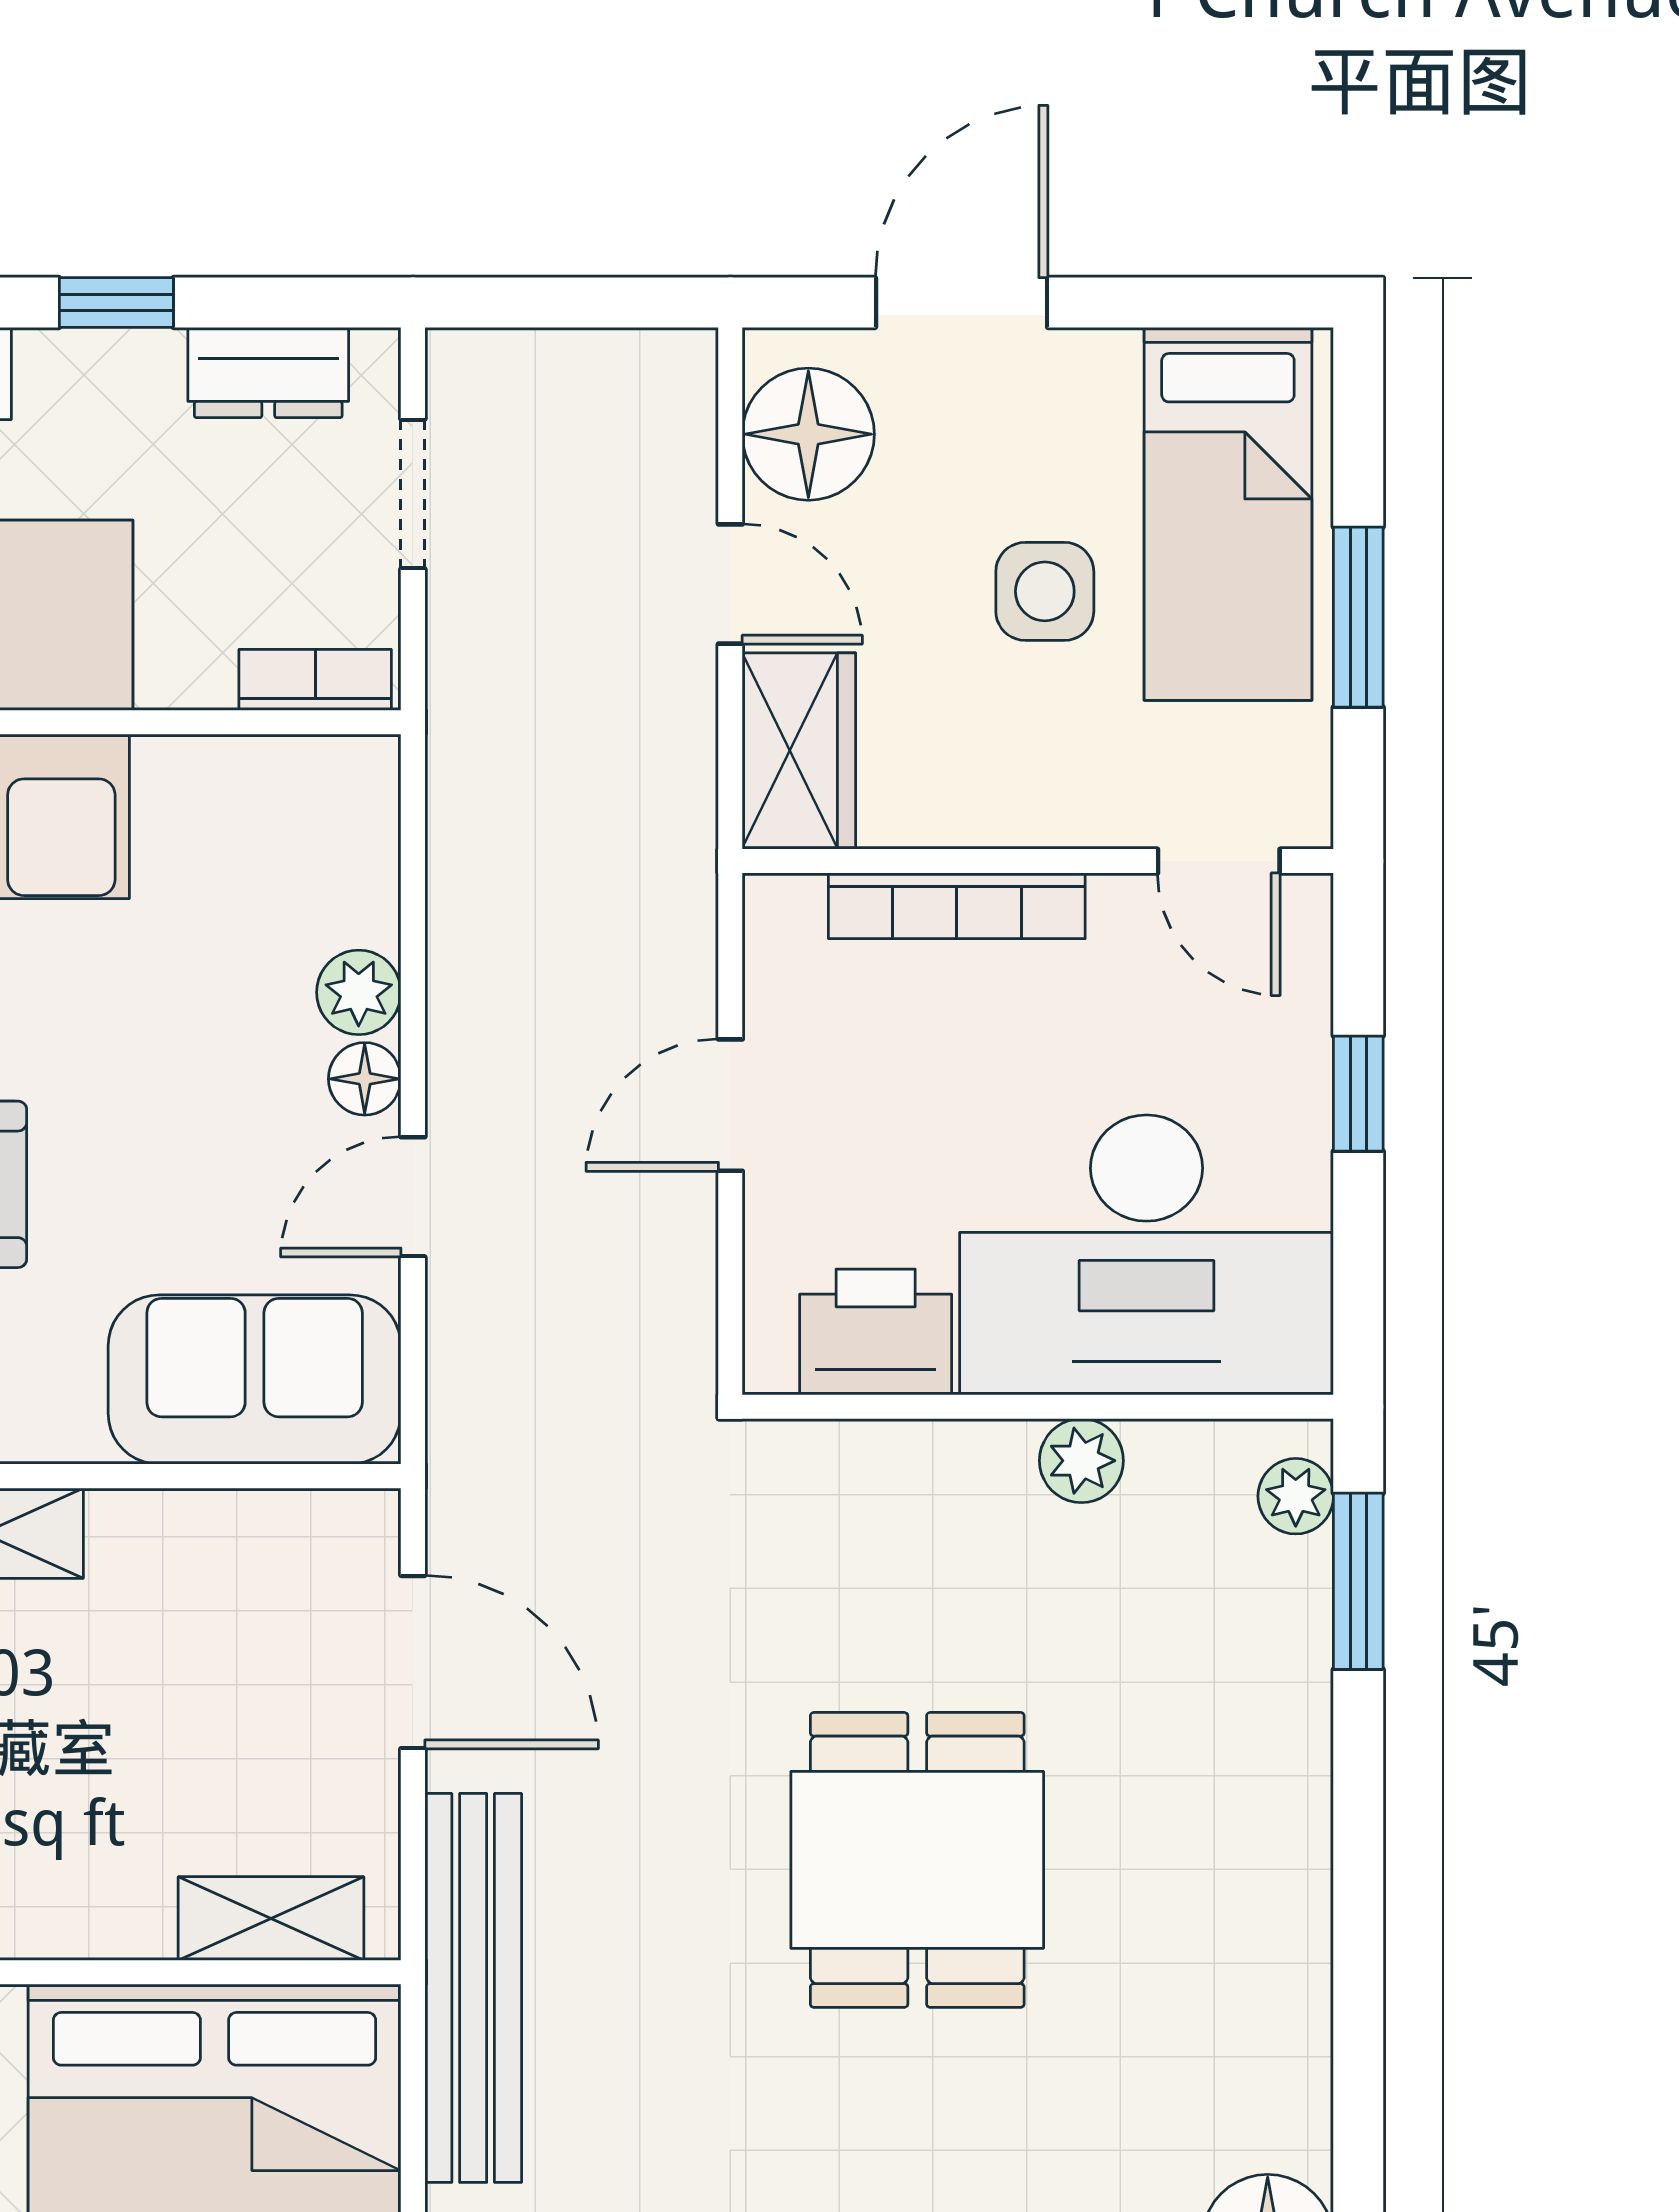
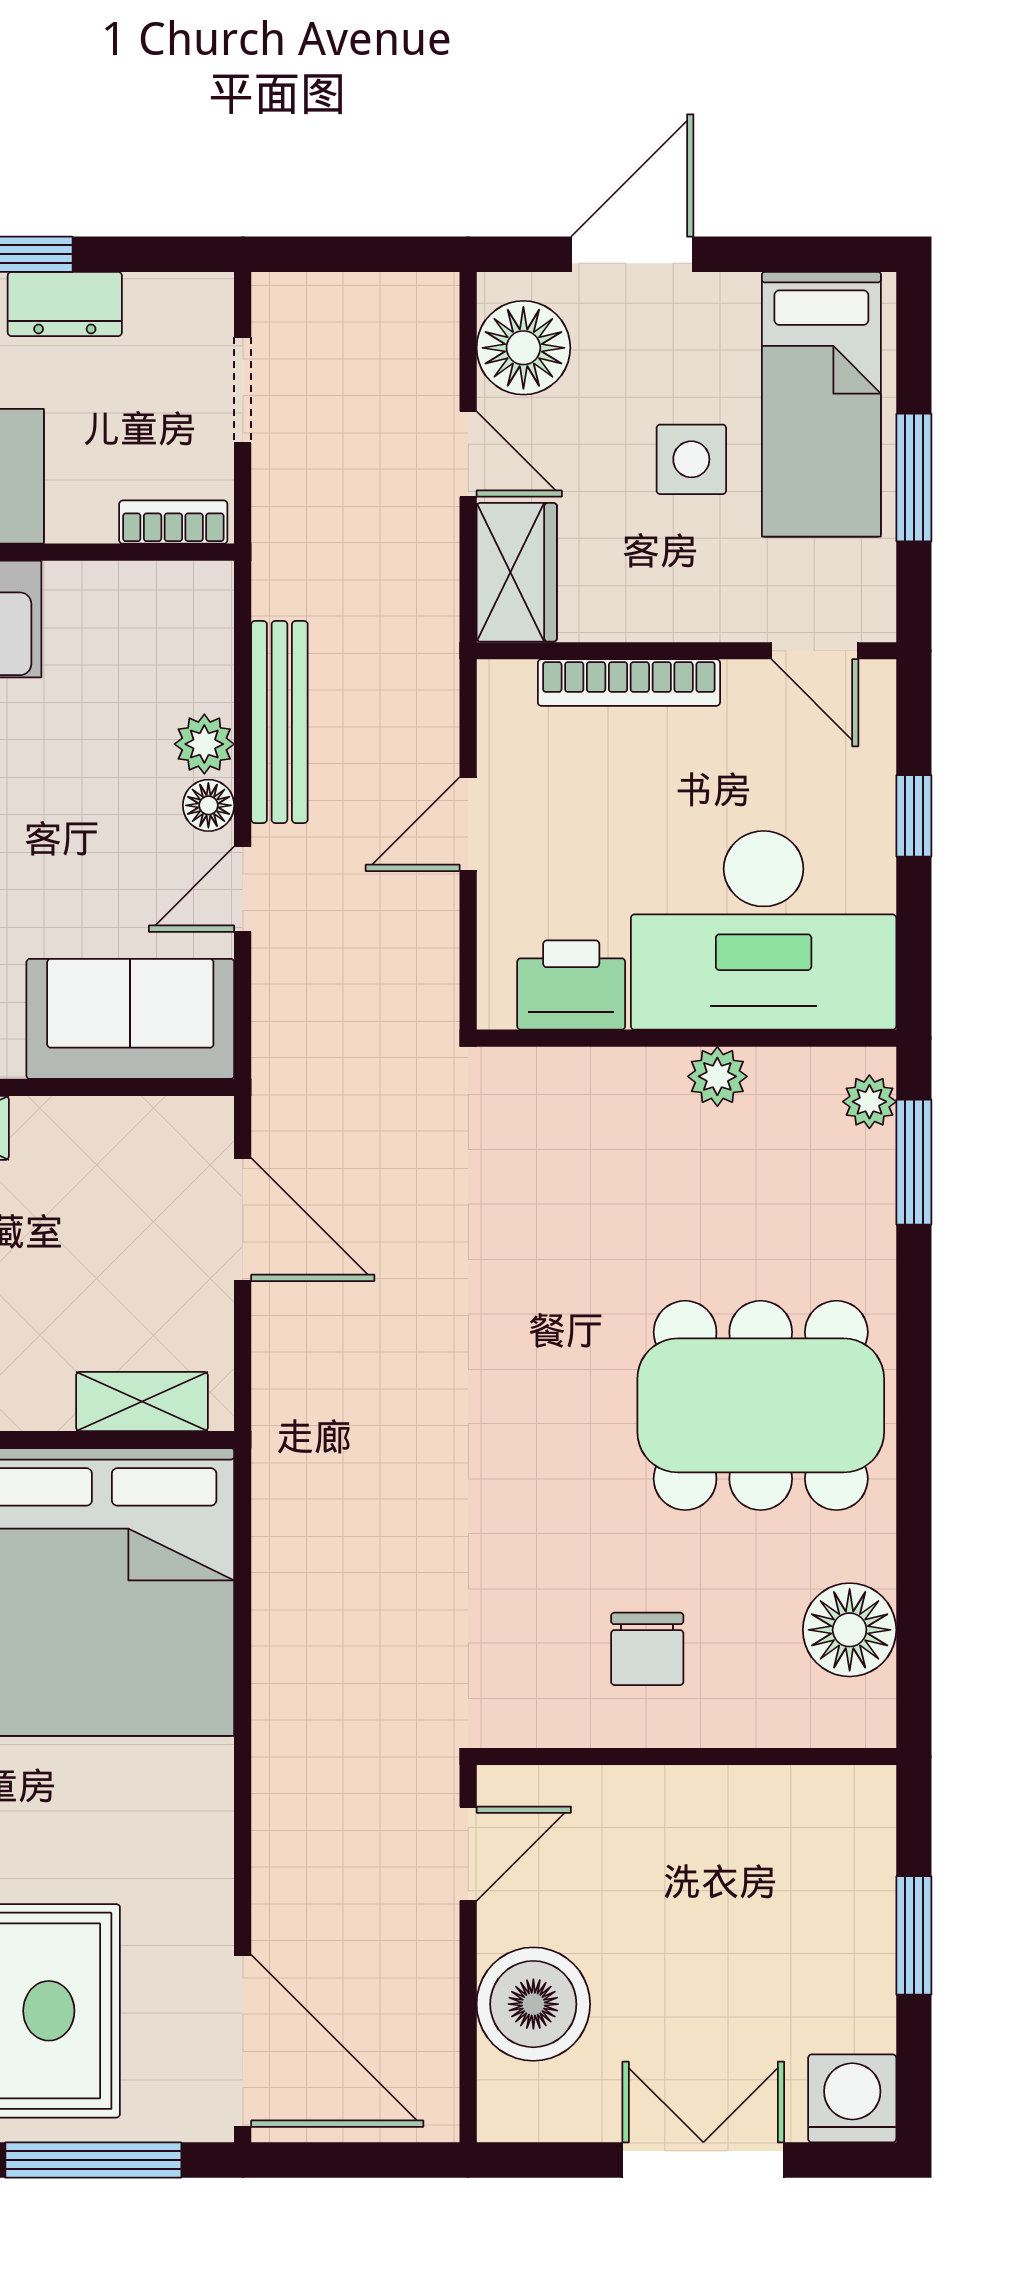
dresser: (268, 373) -> (65, 304), moved
dining table: (917, 1860) -> (761, 1405), moved, width x1.38
bench: (473, 1988) -> (279, 722), moved, width x0.73, depth x0.82

